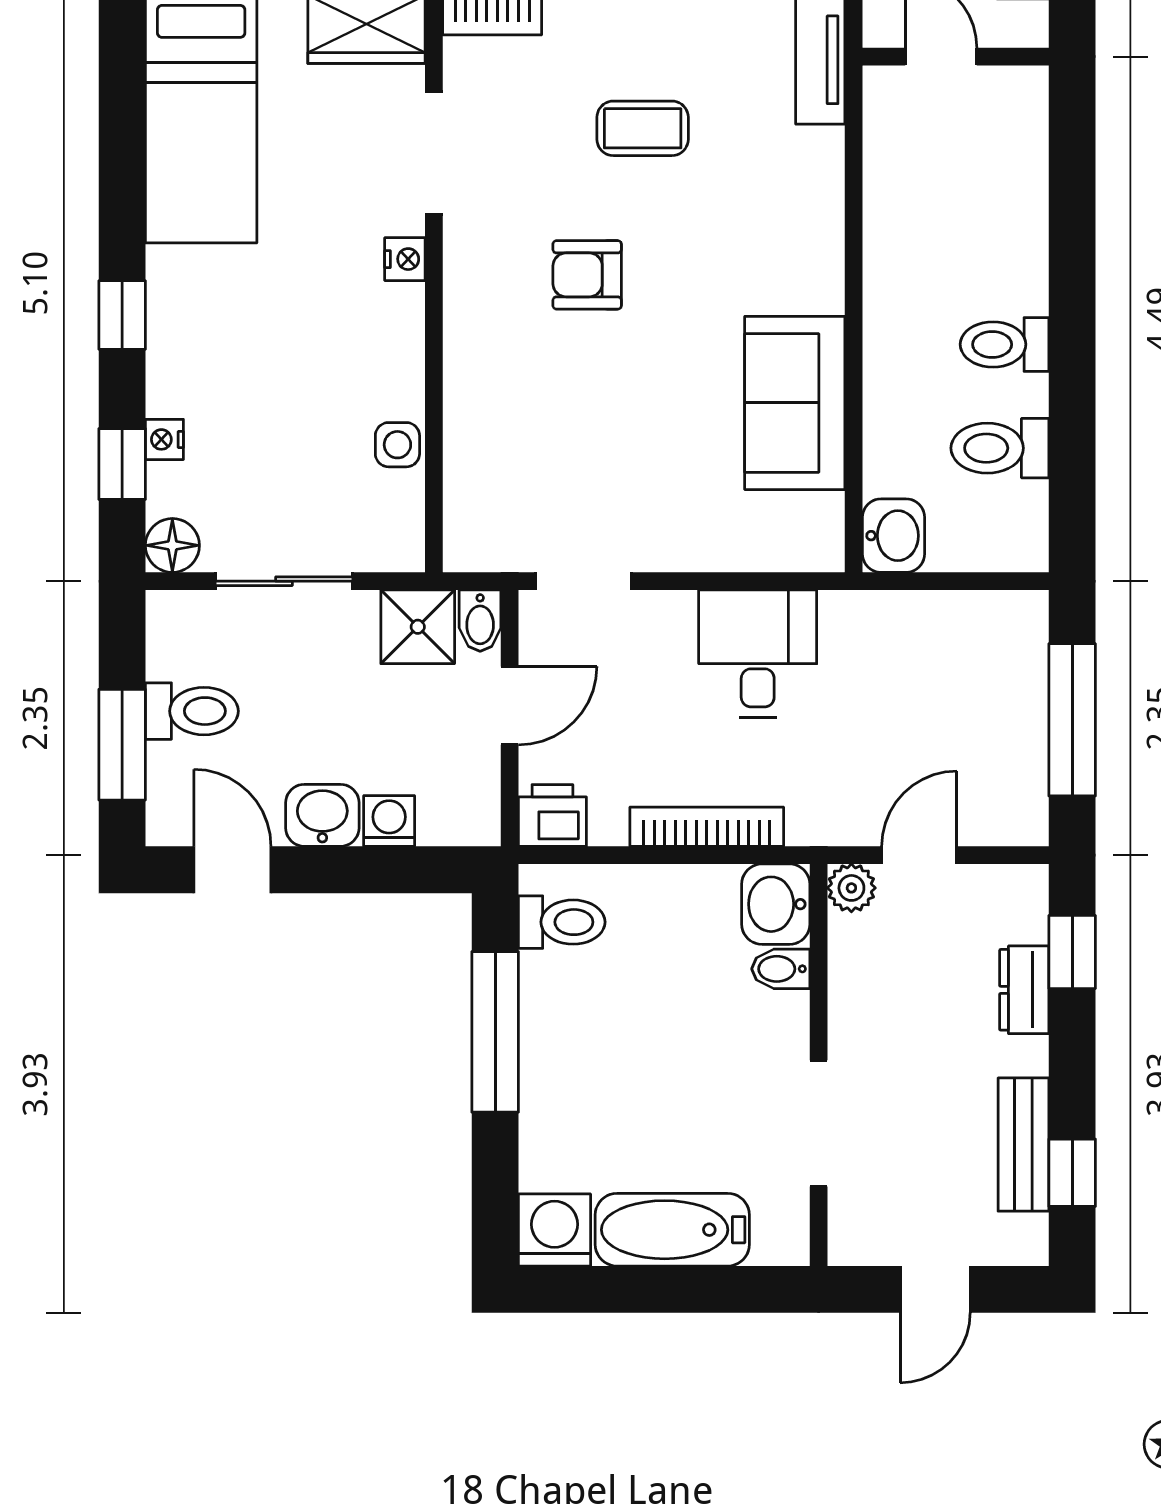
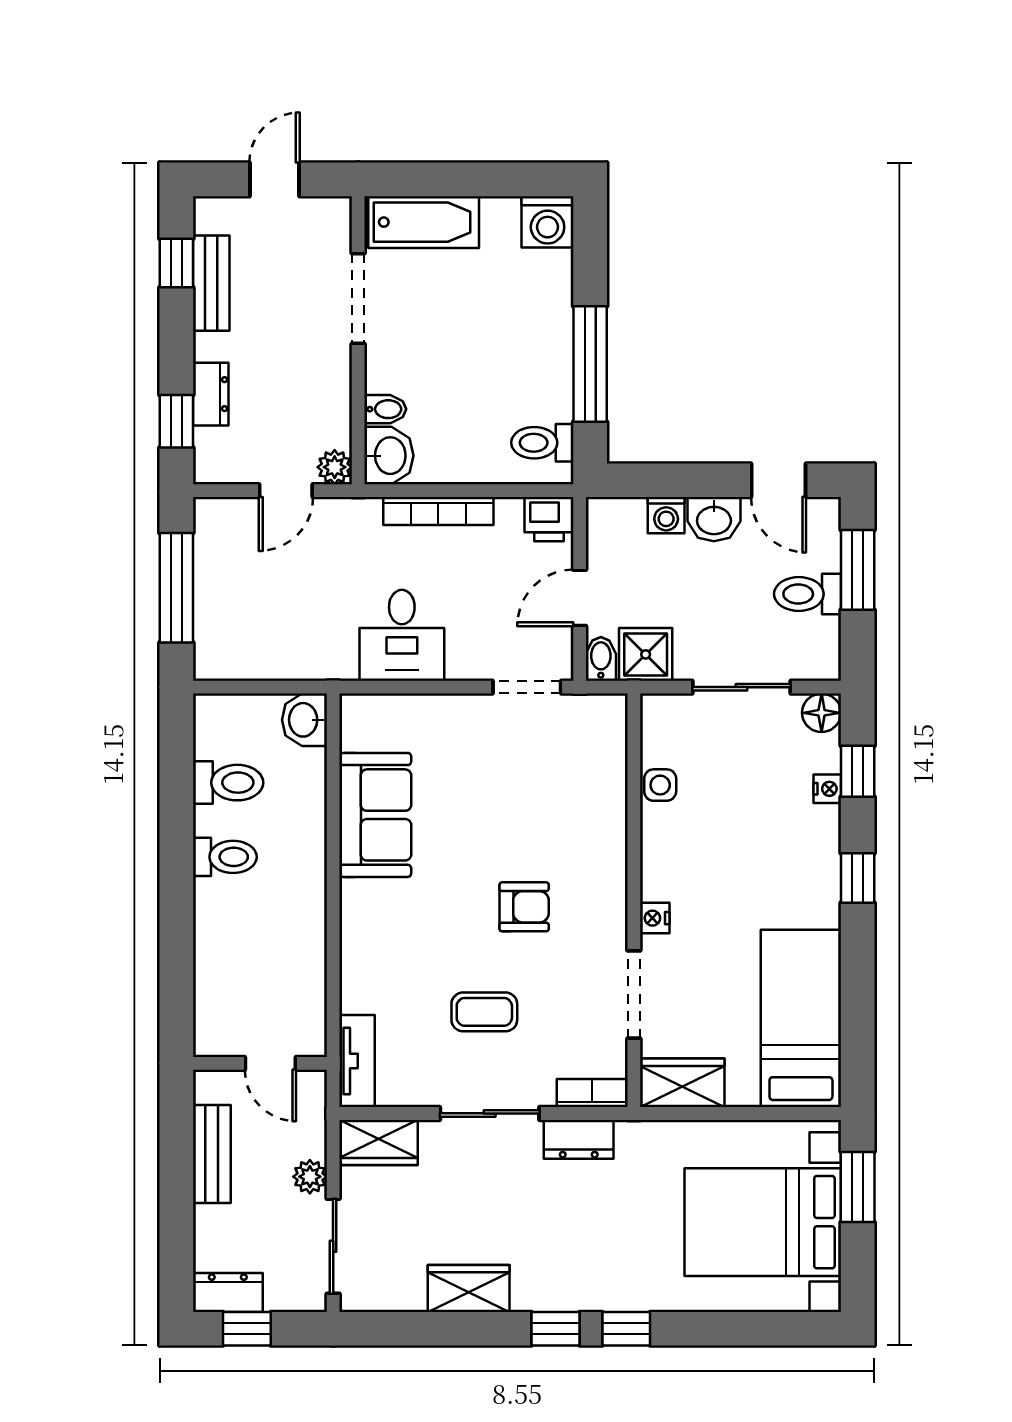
bathtub: (672, 1230) -> (424, 222), moved

